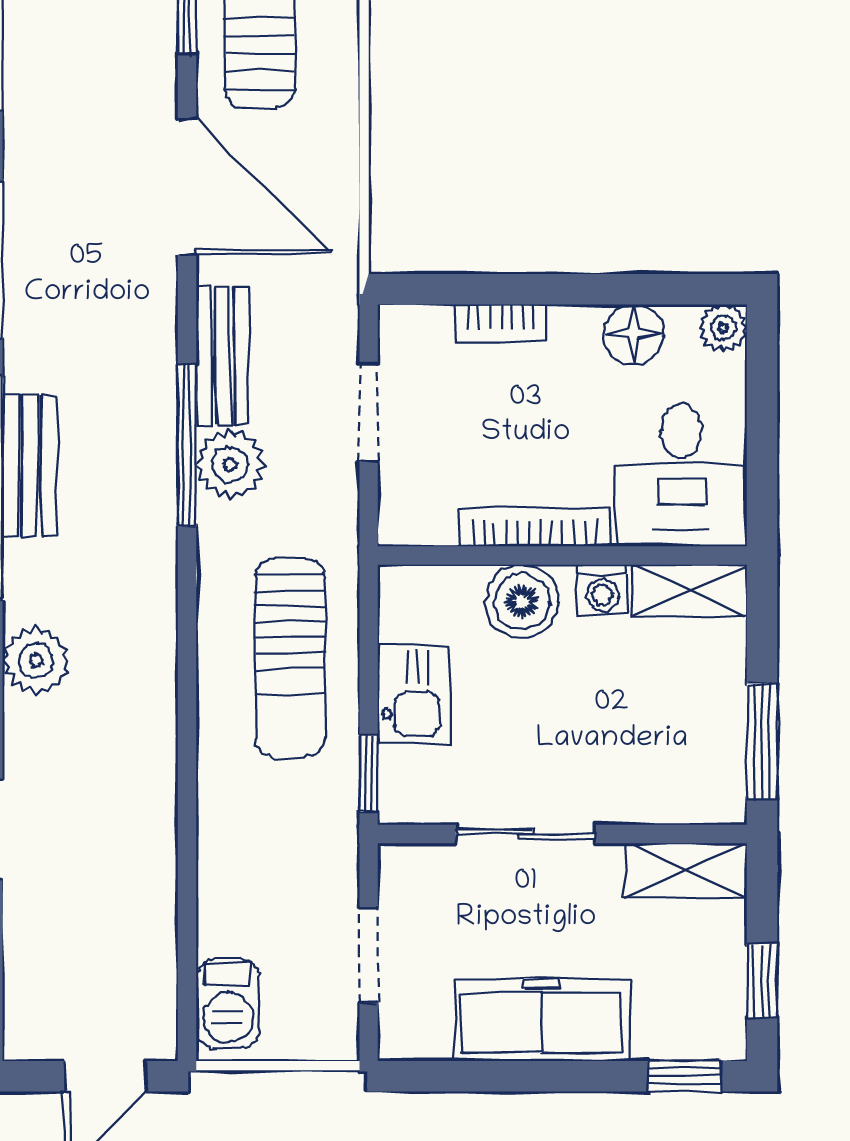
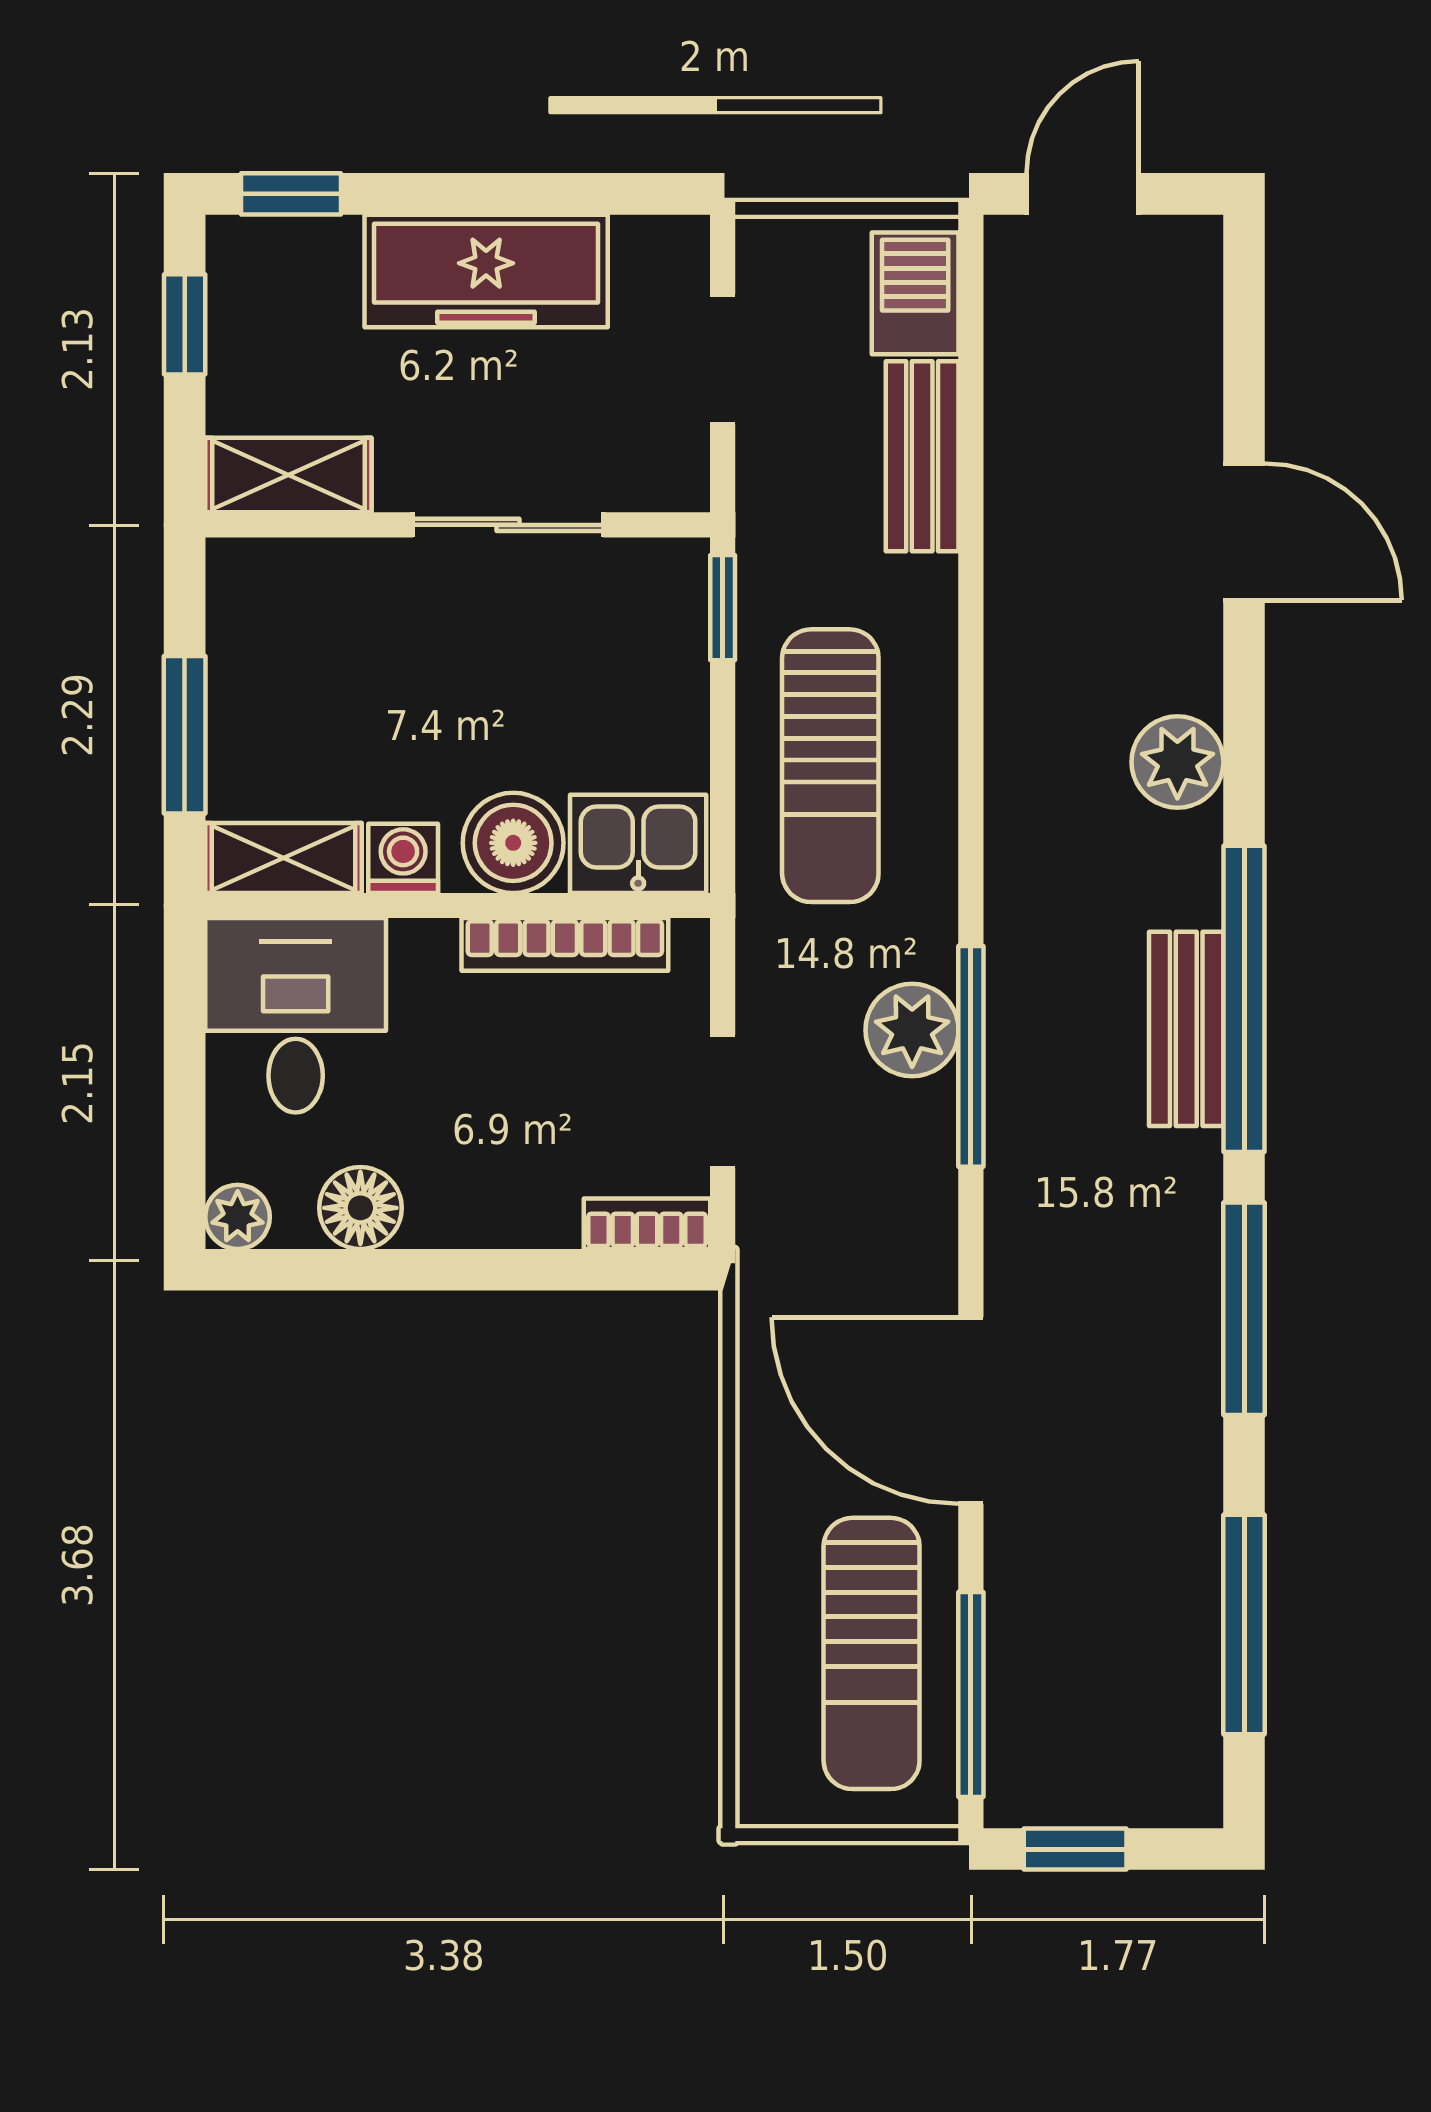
bookcase: (501, 323) -> (647, 1224), moved
bench: (223, 356) -> (922, 456), moved
bookcase: (535, 527) -> (565, 944), moved
sun lounger: (290, 658) -> (830, 766), turned 180
kitchen sink: (414, 694) -> (638, 844), moved, turned 90
window: (762, 741) -> (185, 735), moved

